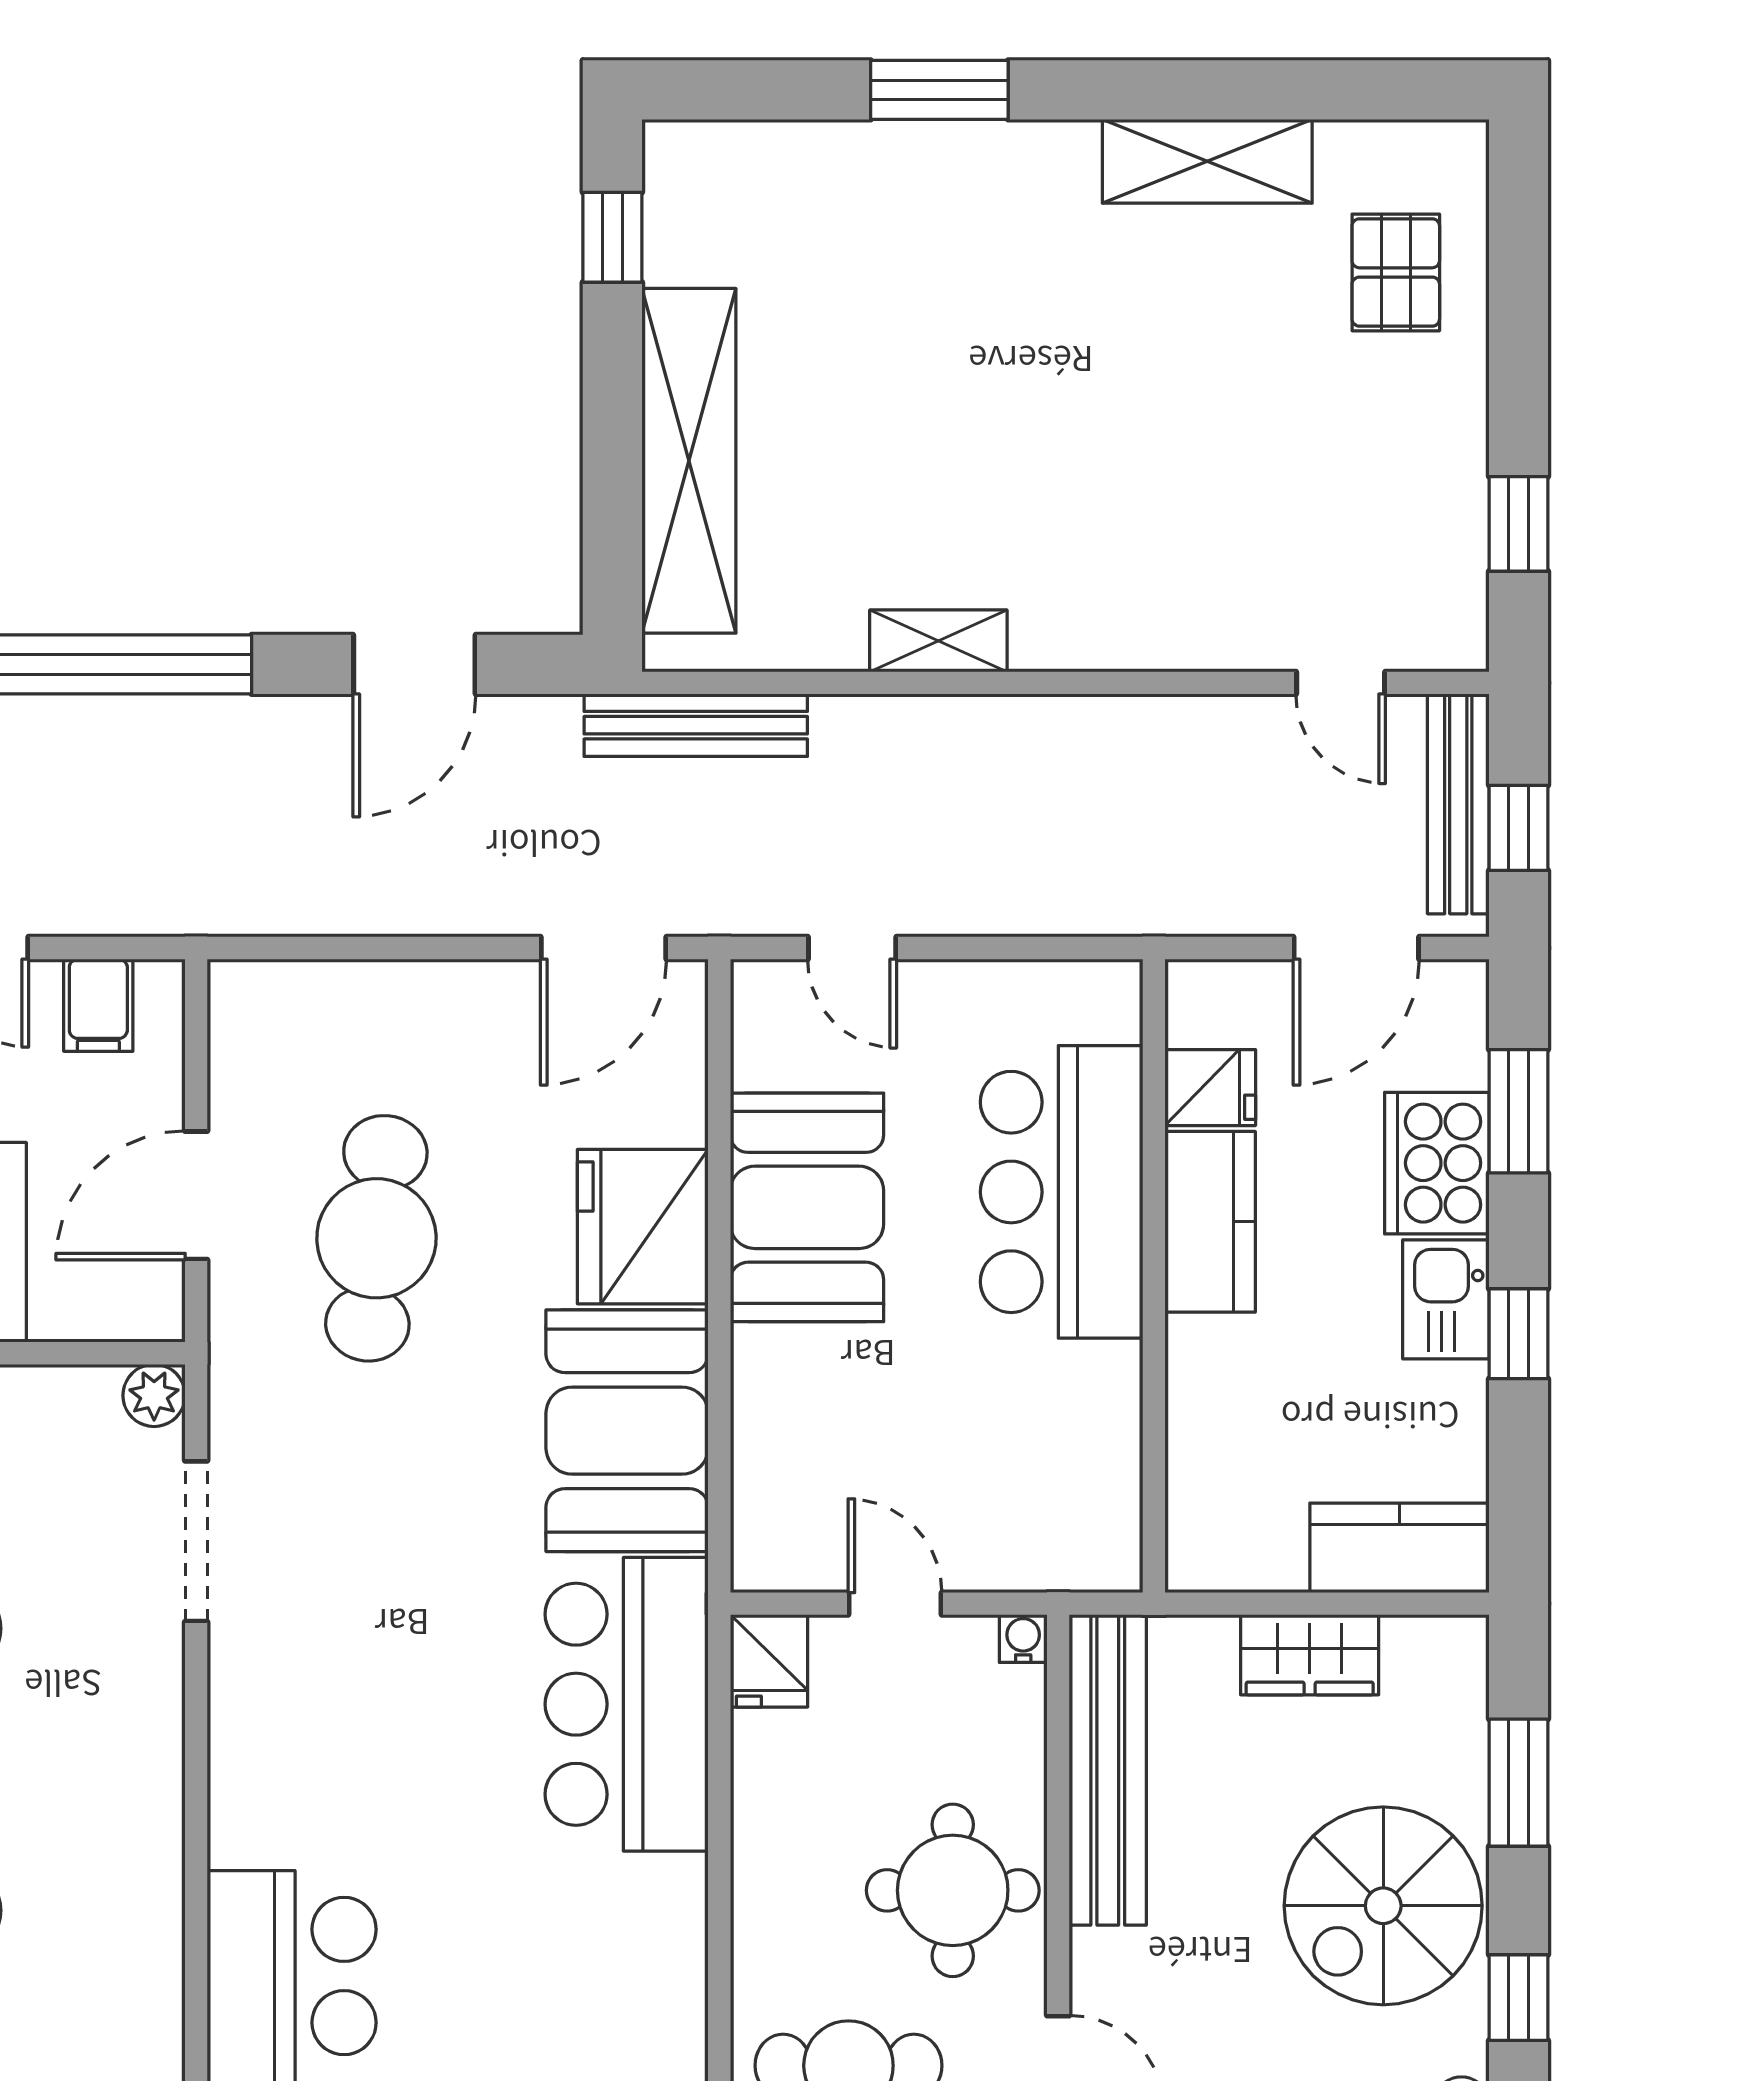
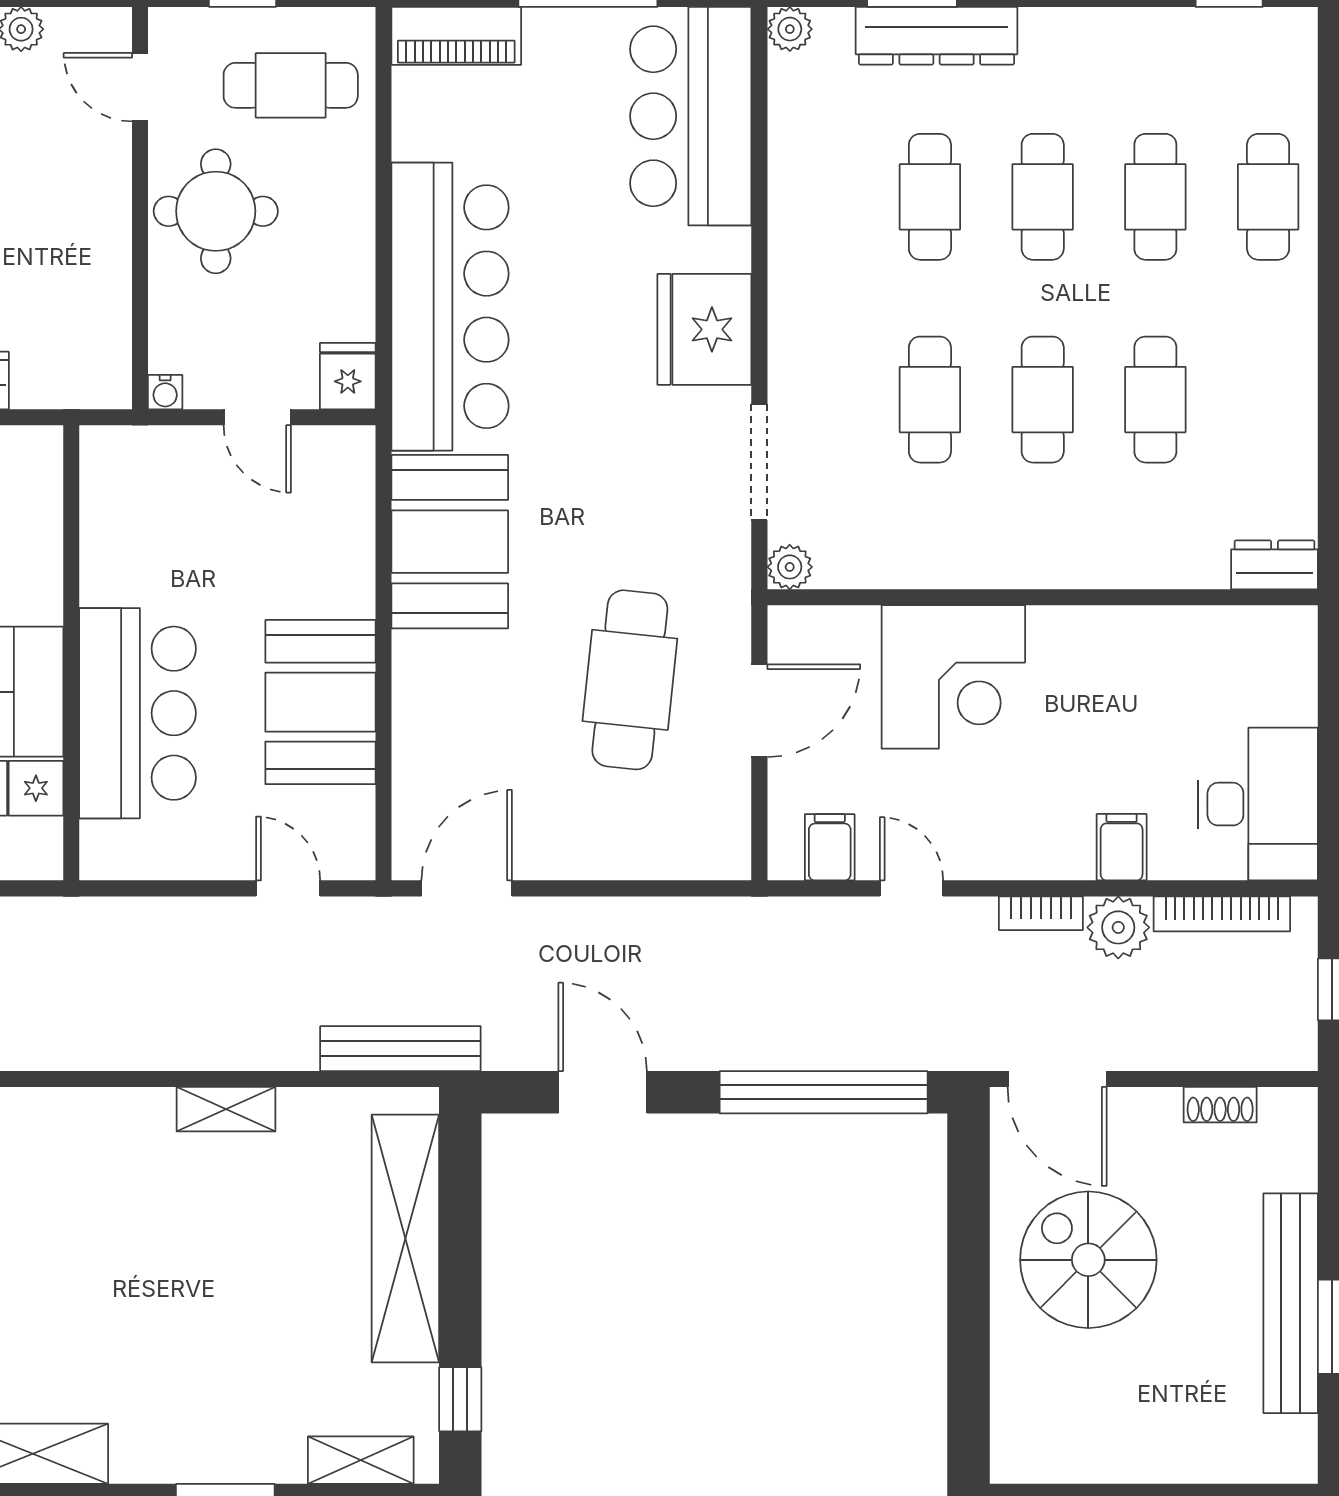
shelving: (751, 152) -> (361, 1460), added
door: (414, 664) -> (603, 1092), hinge flipped
fridge: (643, 1227) -> (704, 329), moved, turned 180
bar counter: (627, 1704) -> (450, 307), width x1.36
bench: (1108, 1770) -> (104, 298), removed

